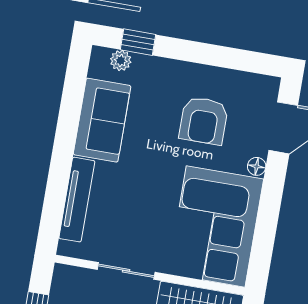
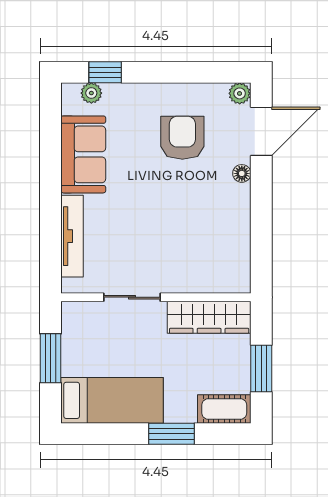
plant: (268, 86) -> (240, 93), added
armchair: (204, 121) -> (182, 138), turned 180
corner sofa: (216, 226) -> (212, 239), removed

